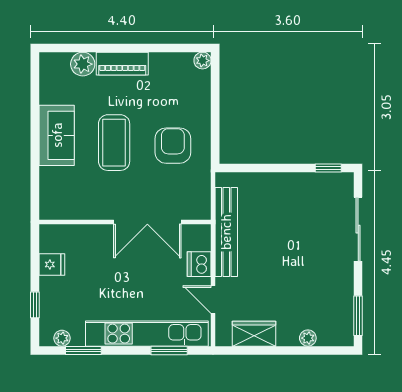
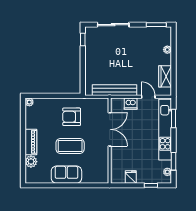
door: (213, 300) -> (148, 97), swing flipped

